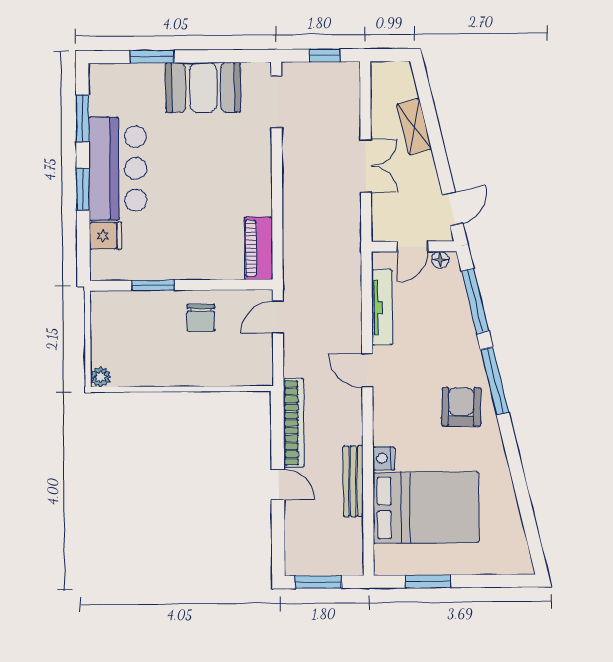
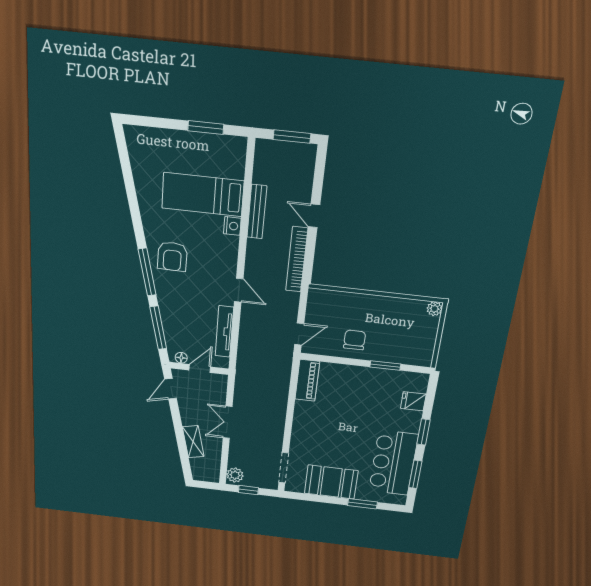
plant: (347, 79) -> (235, 475), added
bar counter: (118, 168) -> (393, 463), moved
bed: (426, 508) -> (203, 195), width x0.67

